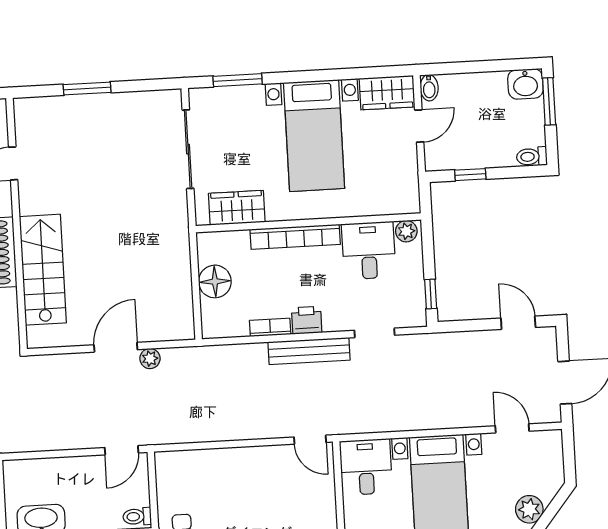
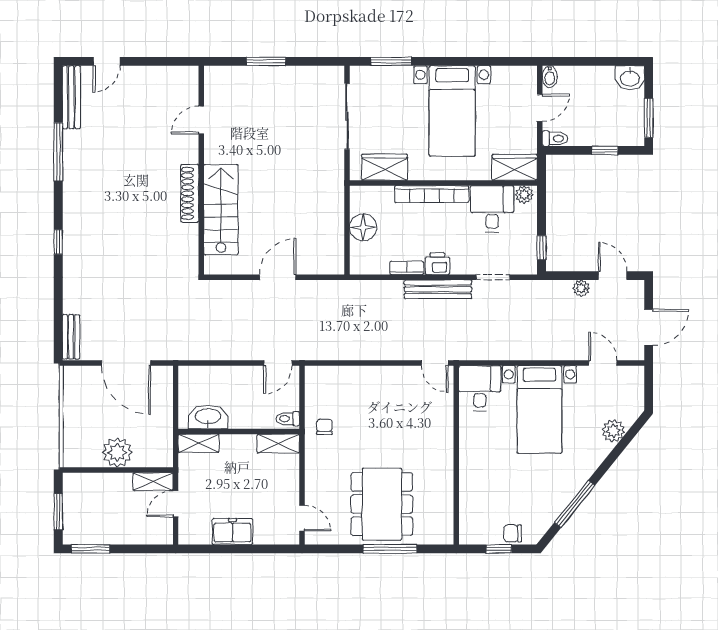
wardrobe: (387, 93) -> (515, 167), moved, turned 180
window: (549, 101) -> (649, 118), moved
toilet: (532, 157) -> (555, 138), moved, turned 180
window: (470, 175) -> (605, 150), moved
plant: (150, 359) -> (581, 288), moved

